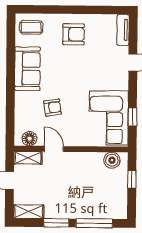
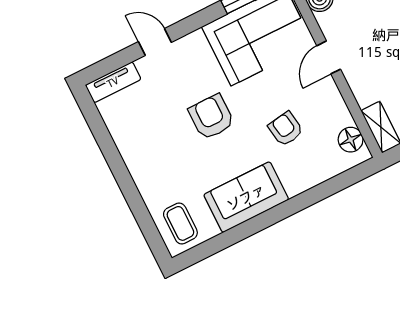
armchair: (74, 34) -> (211, 117), moved
door: (54, 149) -> (329, 57), moved

